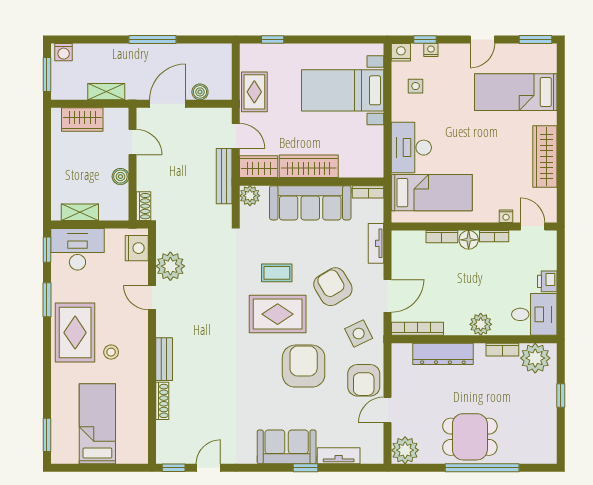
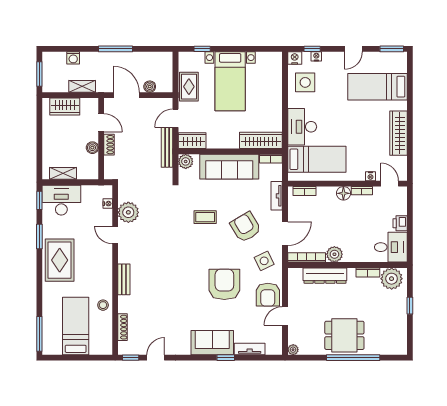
washing machine: (64, 52) -> (73, 58), moved
side table: (416, 86) -> (305, 82), width x1.87, depth x1.87
bed with nightstands: (343, 90) -> (230, 81), moved, turned -90
door: (168, 104) -> (126, 95), hinge flipped
door: (236, 136) -> (175, 118), swing flipped
wardrobe: (309, 166) -> (261, 140), moved
shoe rack: (144, 206) -> (109, 145), moved
bookcase: (442, 237) -> (305, 191), moved
nightstand: (137, 248) -> (108, 204), width x0.53, depth x0.56
rug: (278, 314) -> (206, 247), removed
plant: (481, 324) -> (334, 254), moved
stool: (111, 352) -> (103, 305), moved
shoe rack: (162, 401) -> (123, 327), moved
window: (47, 435) -> (39, 334), width x1.44
plant: (405, 450) -> (293, 350), width x0.53, depth x0.53

